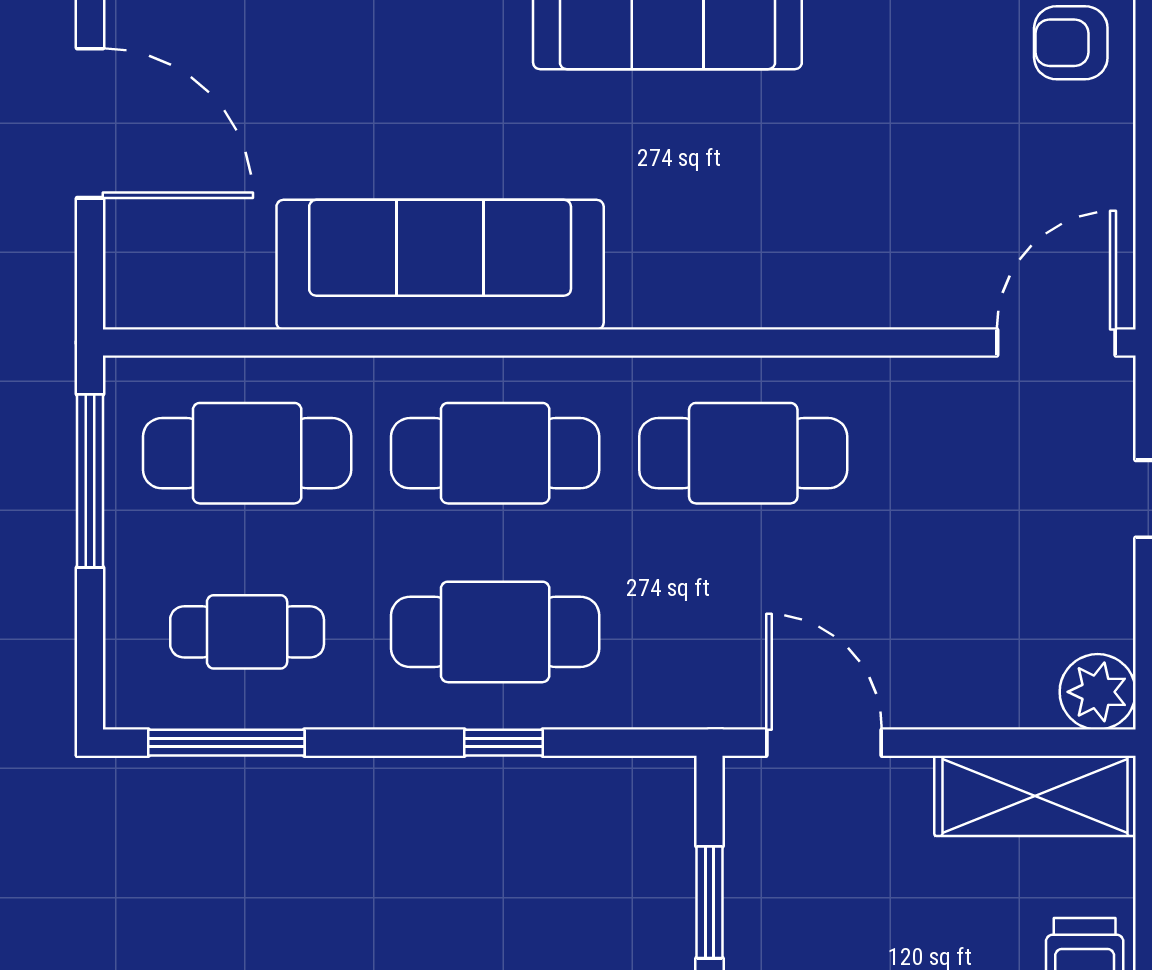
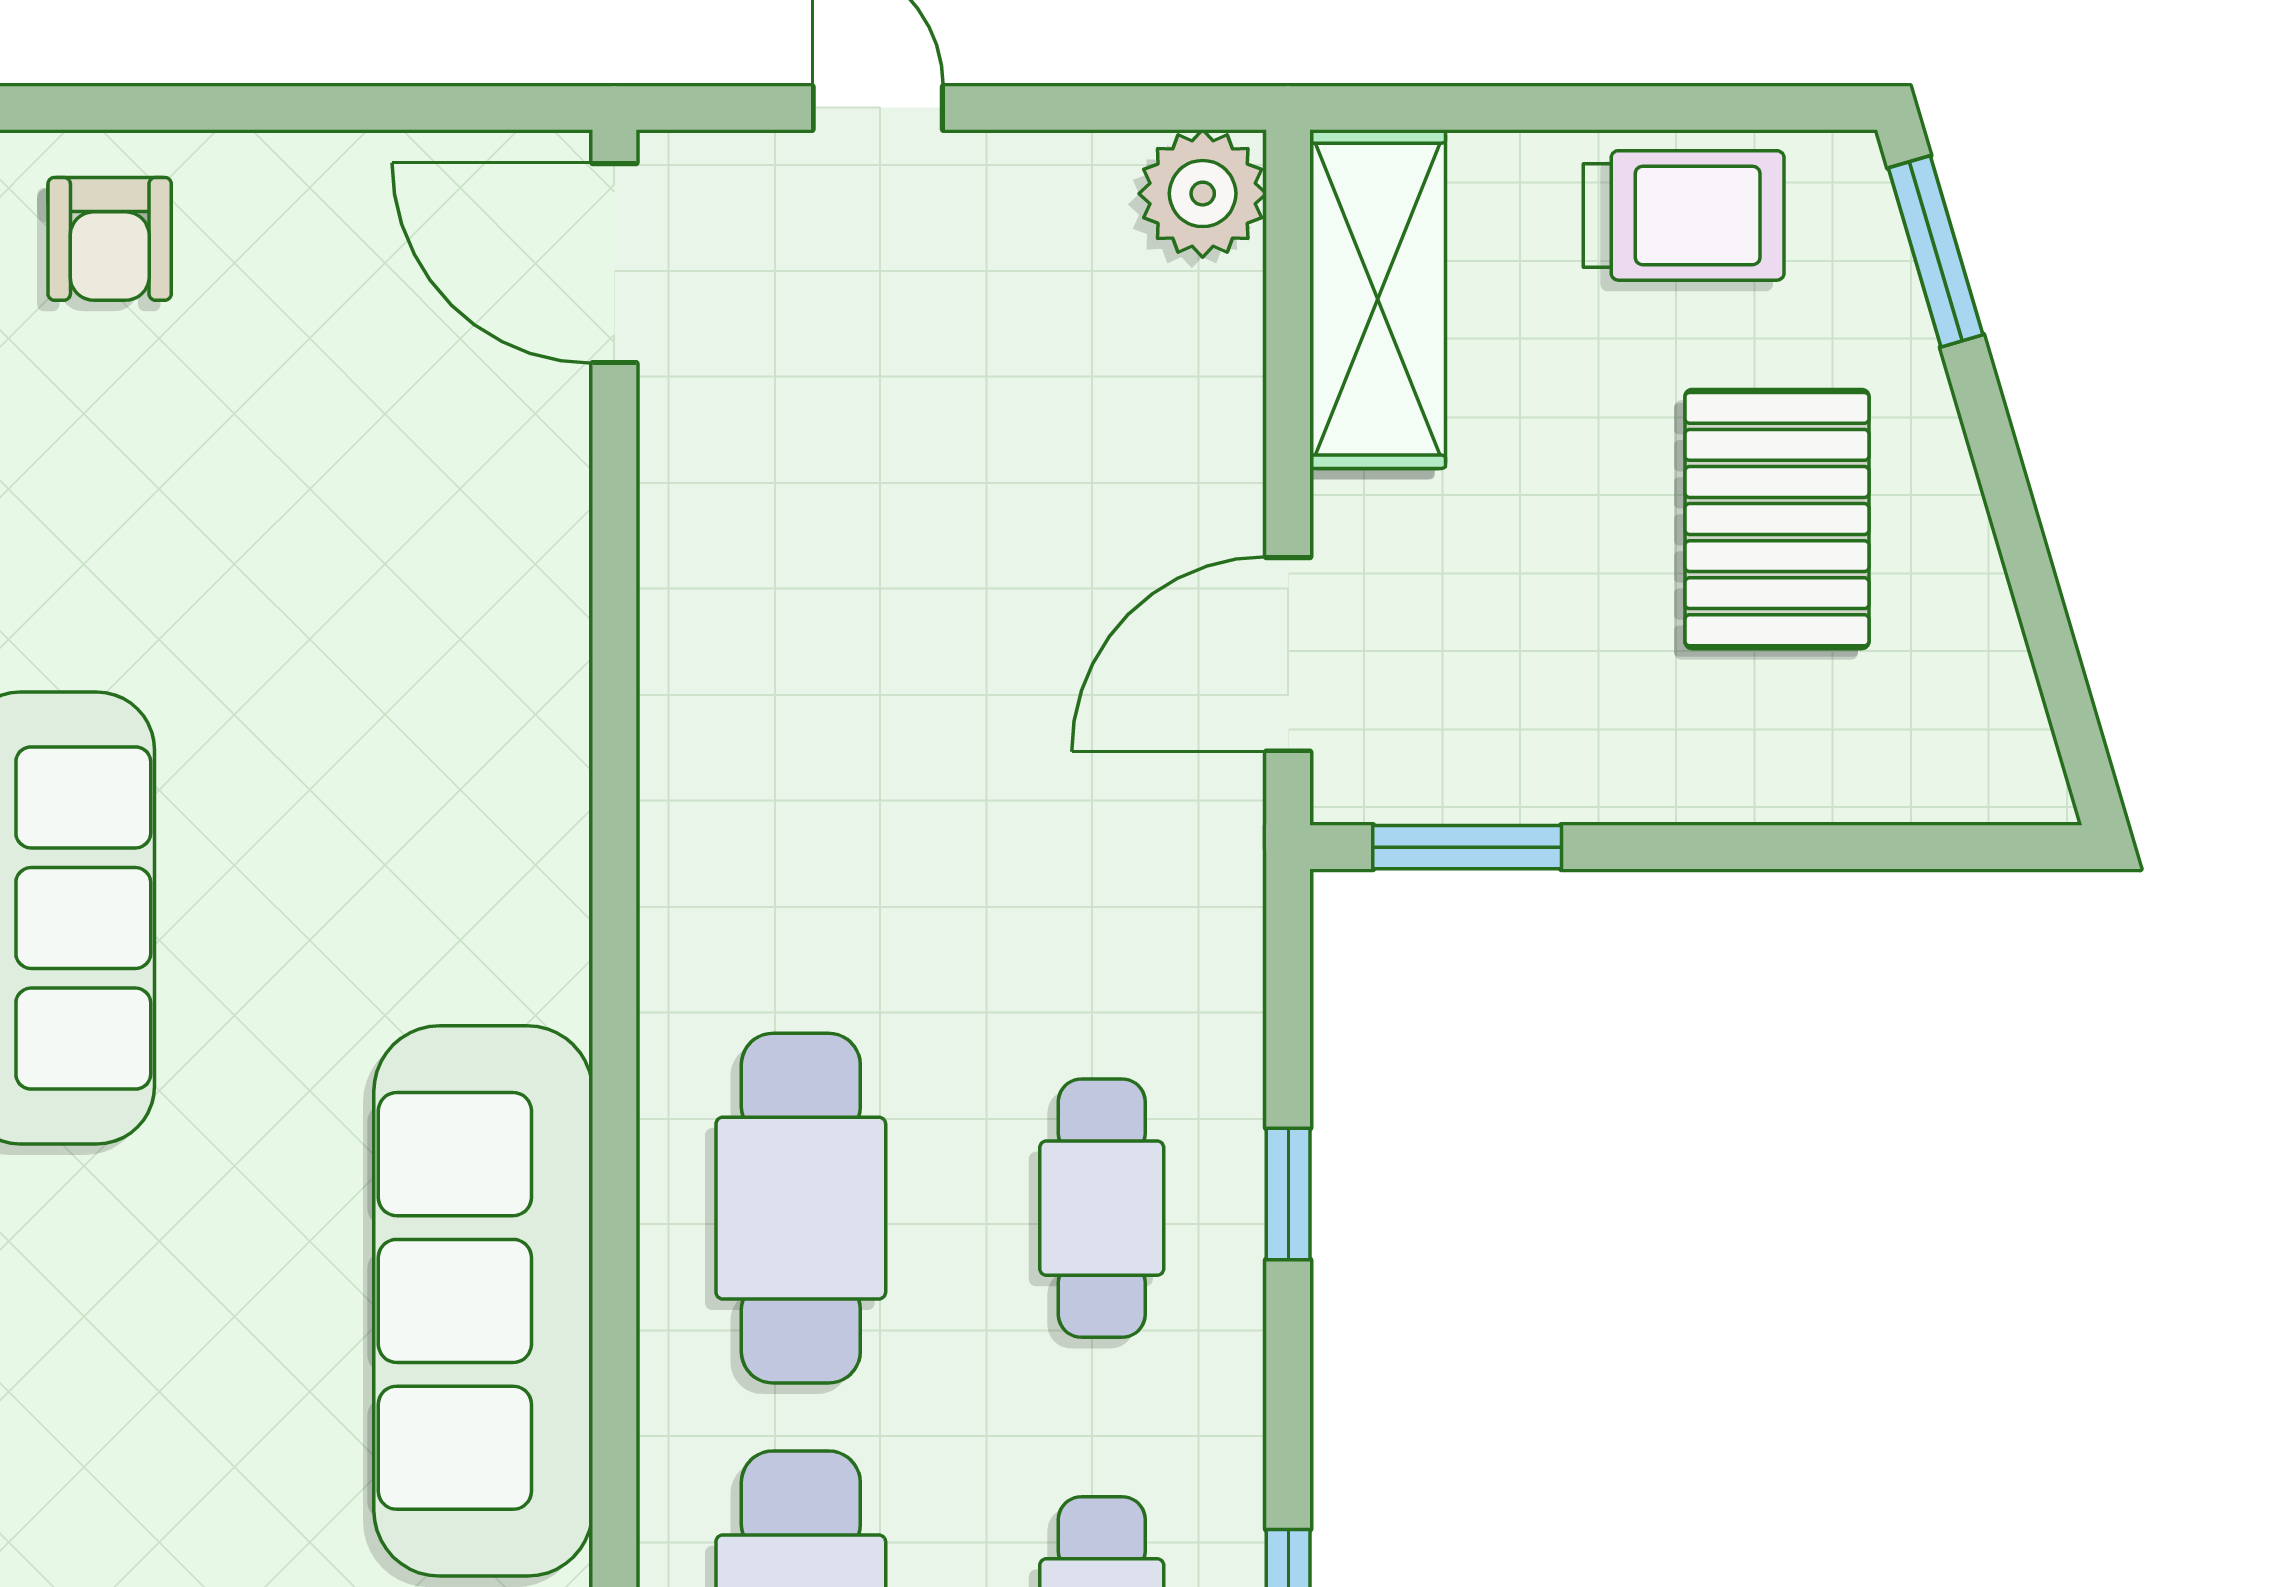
cafe table: (743, 453) -> (801, 790), removed
cafe table: (495, 632) -> (1102, 1208), width x0.73, depth x0.74
window: (710, 902) -> (1467, 847), moved

